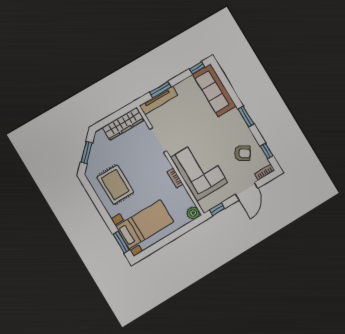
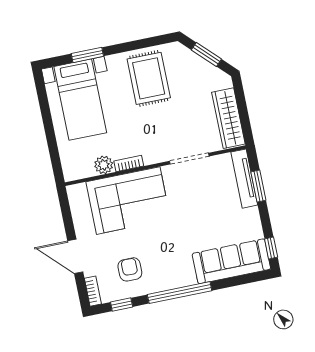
window: (246, 116) -> (180, 293), width x2.11
armchair: (243, 153) -> (130, 269), turned 148
rug: (115, 185) -> (149, 78), turned 90
window: (217, 209) -> (65, 207), removed
plant: (193, 213) -> (104, 165), moved
window: (121, 242) -> (87, 55), moved

